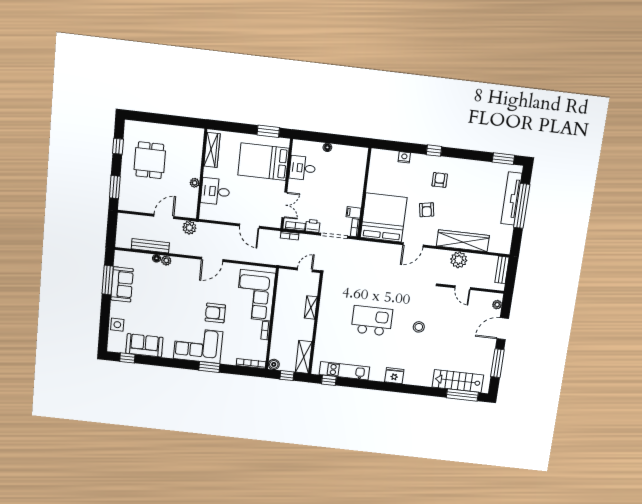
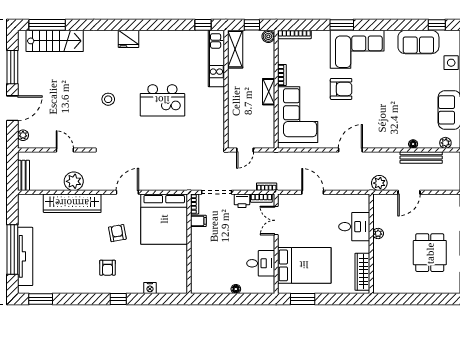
plant: (166, 261) -> (445, 143), moved
shelving: (311, 307) -> (269, 92), moved
kitchen unit: (344, 371) -> (216, 59), moved, turned 90

